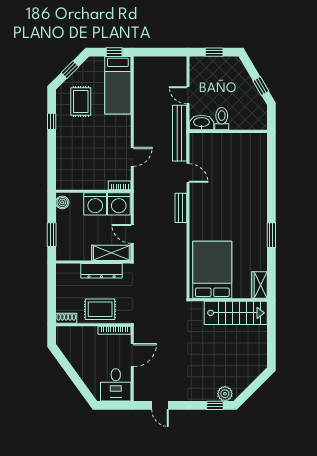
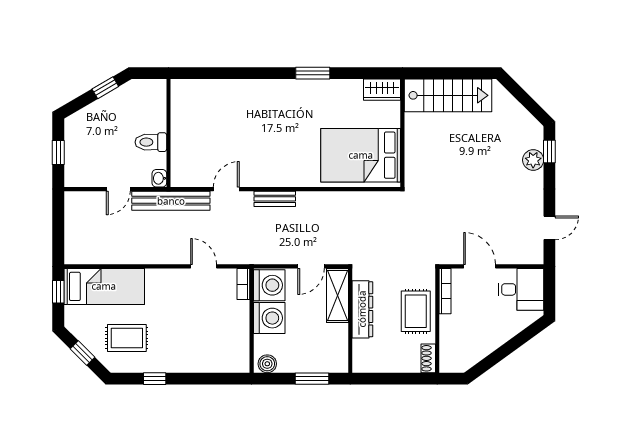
washbasin: (202, 123) -> (159, 178), width x0.52, depth x0.69
stairs: (236, 313) -> (448, 95), moved, turned 90
plant: (225, 394) -> (533, 160), moved

